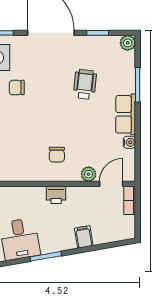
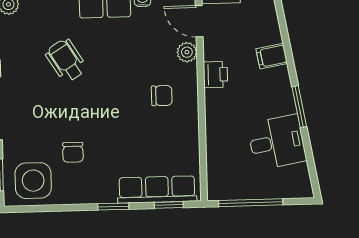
wheelchair: (85, 84) -> (66, 60), turned 52
printer: (56, 195) -> (215, 75), moved

